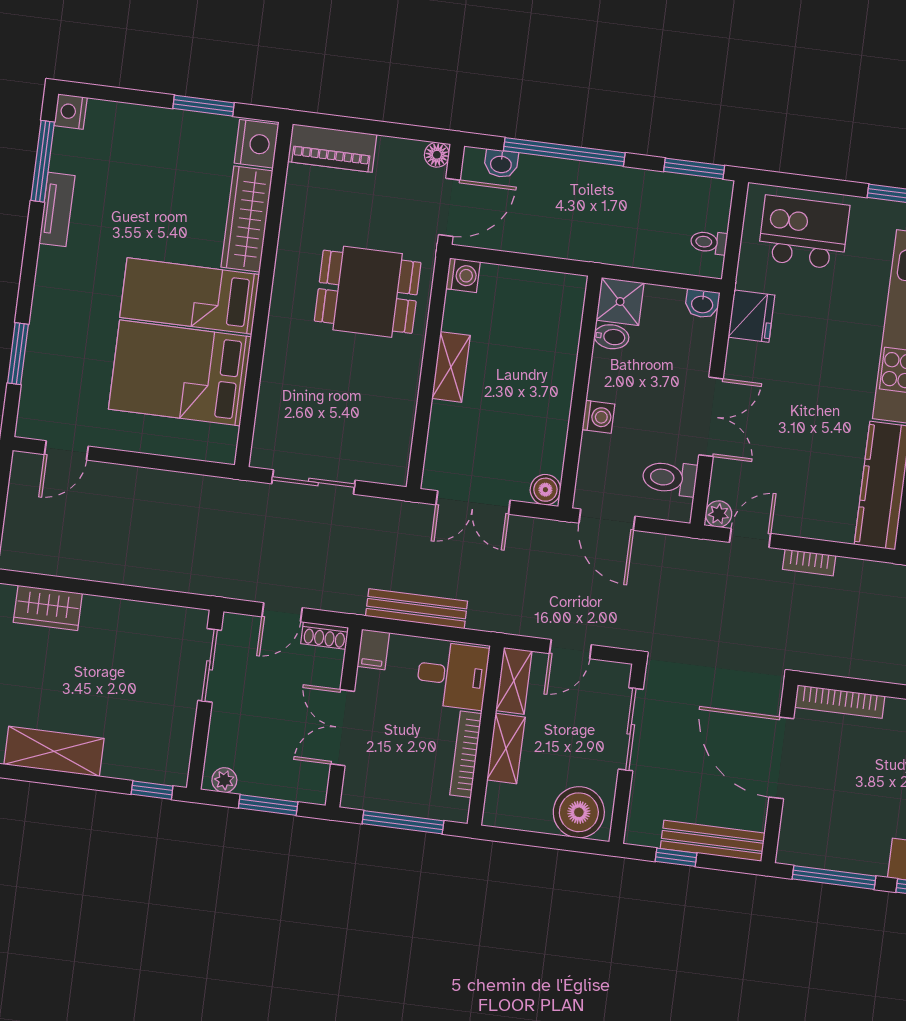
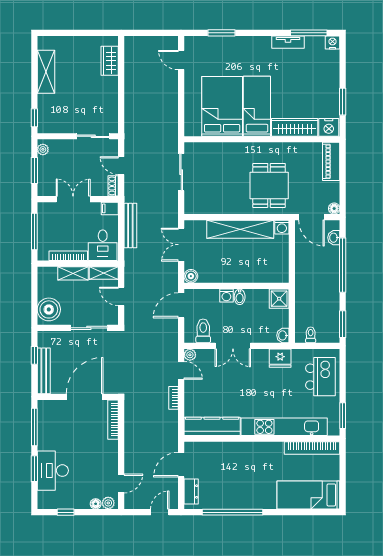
bidet: (611, 337) -> (240, 297), moved
shelving: (451, 367) -> (240, 229), width x2.20, depth x1.33

